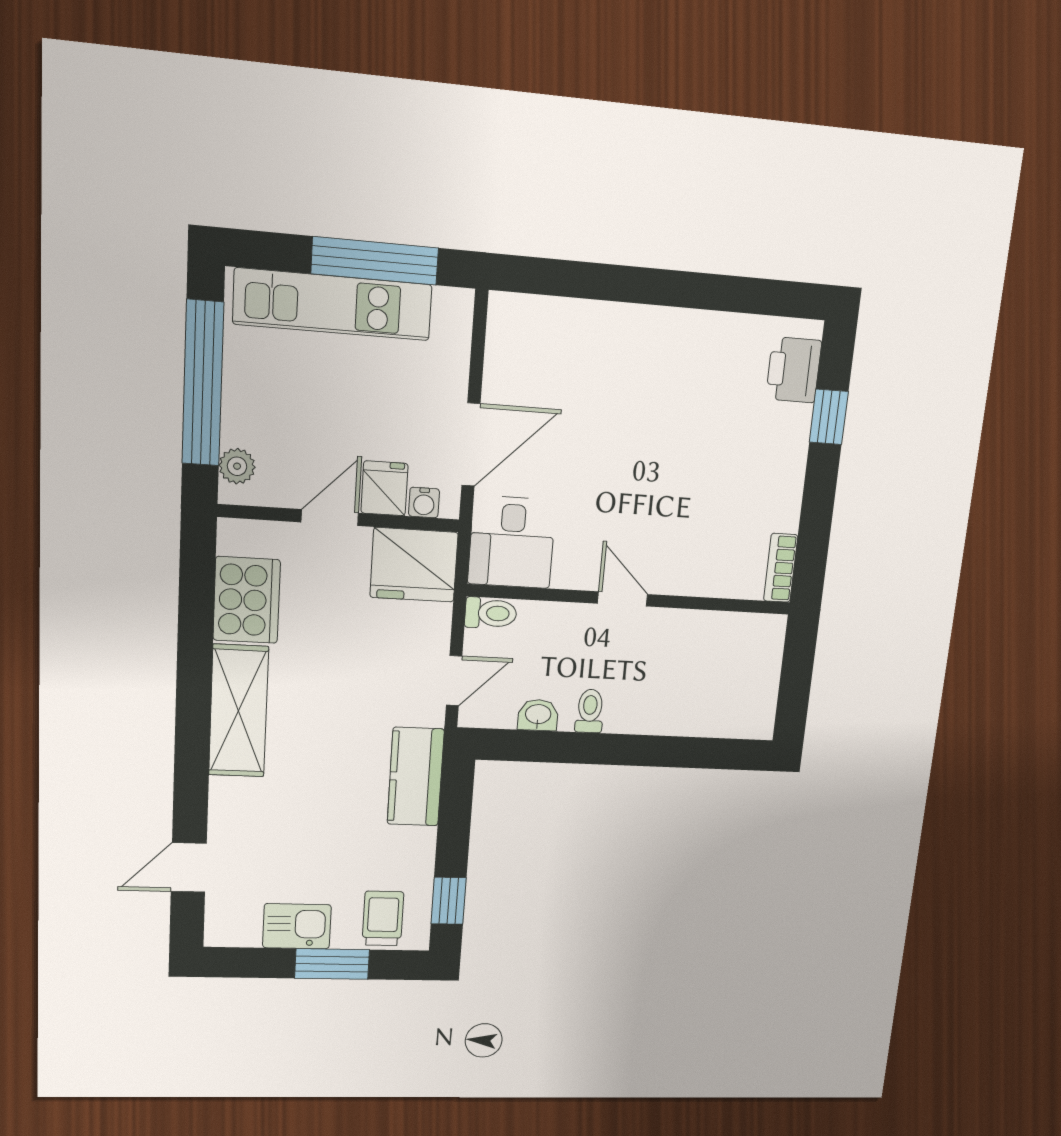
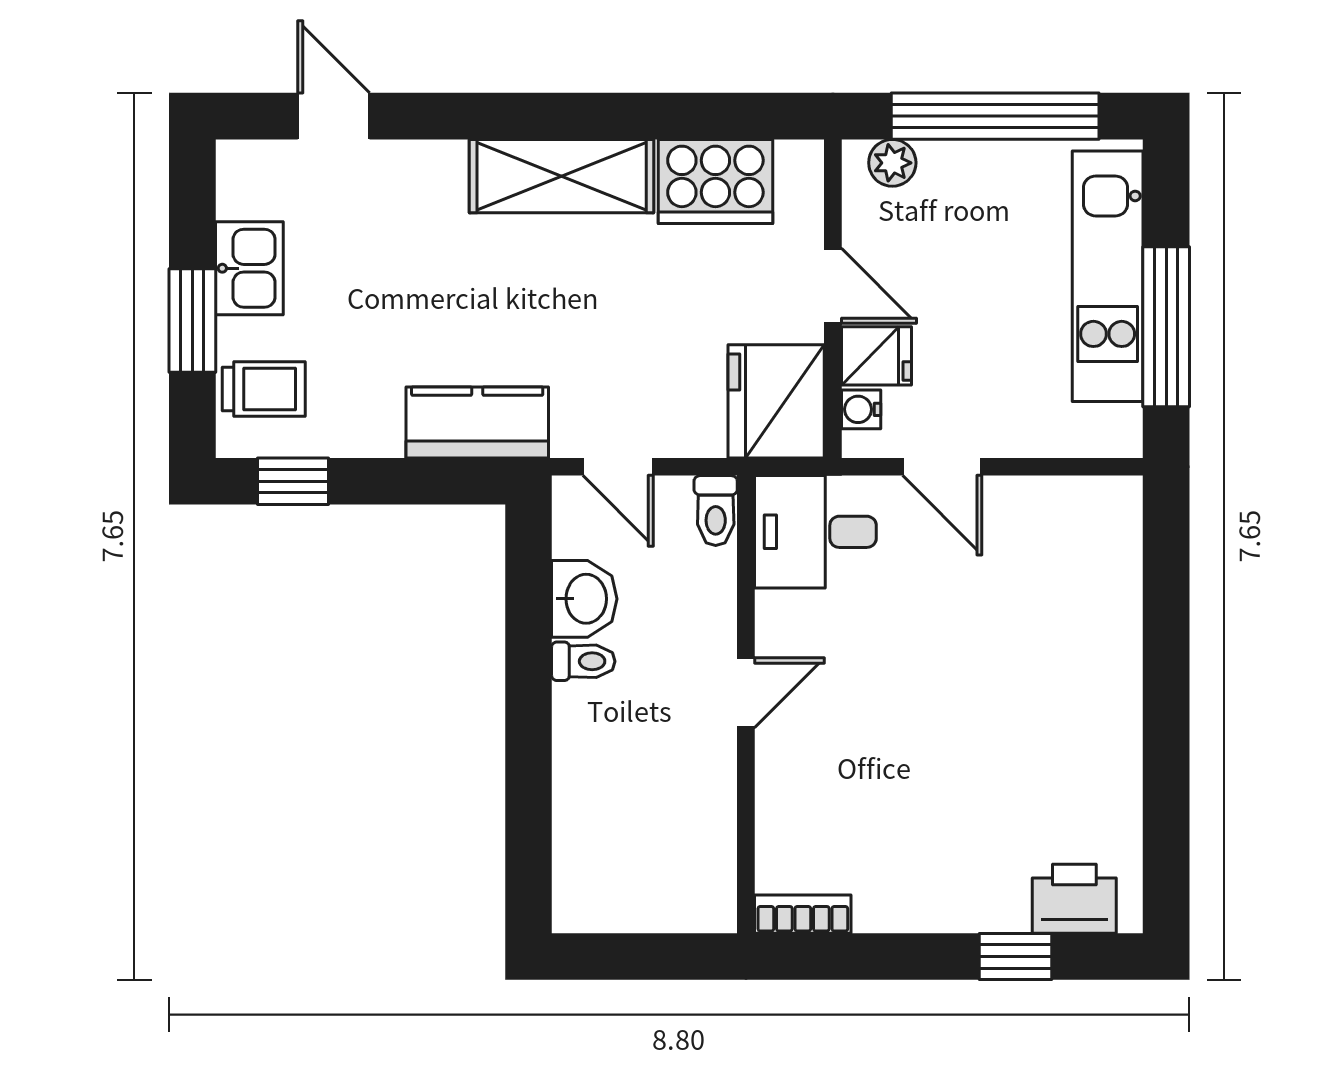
door: (471, 445) -> (942, 467), width x0.73
washbasin: (538, 715) -> (584, 599), width x1.38, depth x1.45

